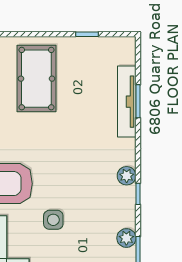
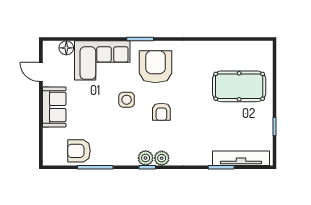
tv unit: (127, 102) -> (241, 158), moved
armchair: (68, 176) -> (161, 112), added
plant: (126, 238) -> (146, 158), moved

